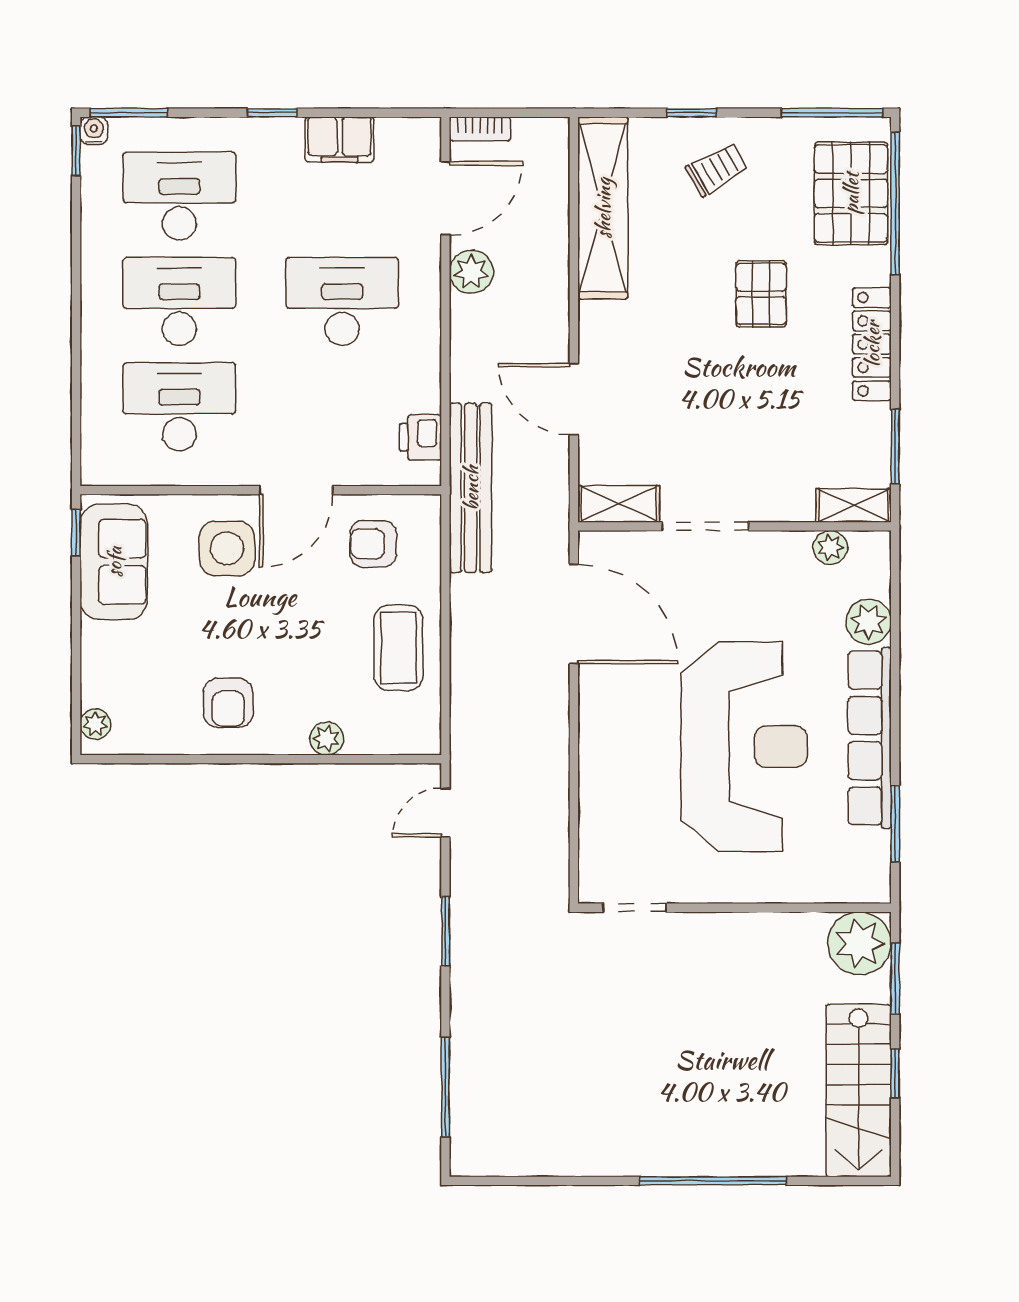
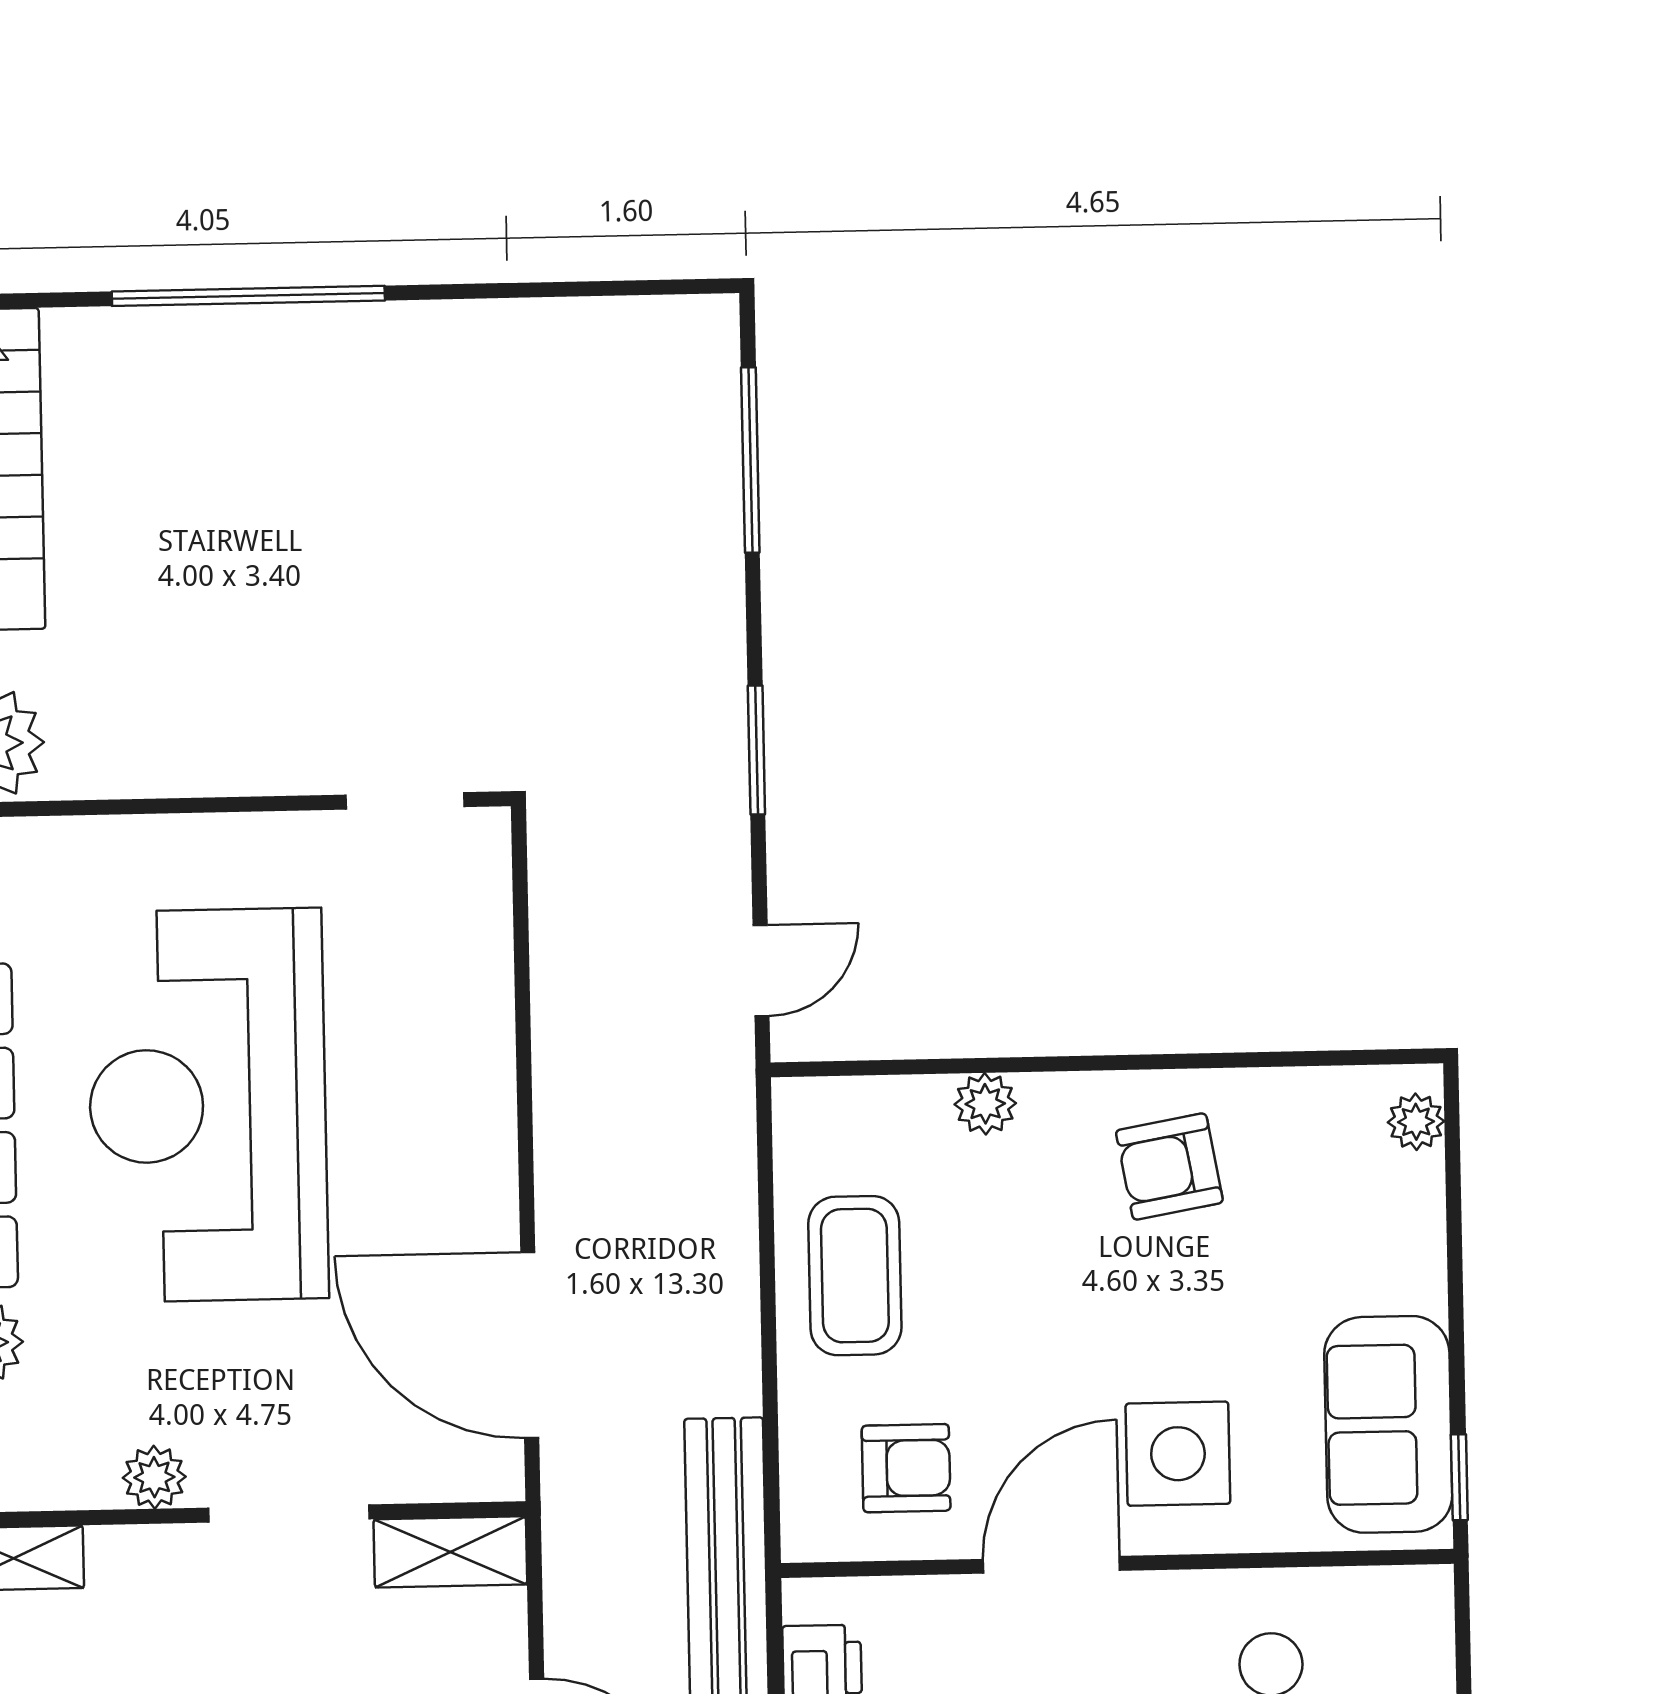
plant: (830, 547) -> (154, 1477), moved
armchair: (228, 703) -> (1169, 1166), turned -100

